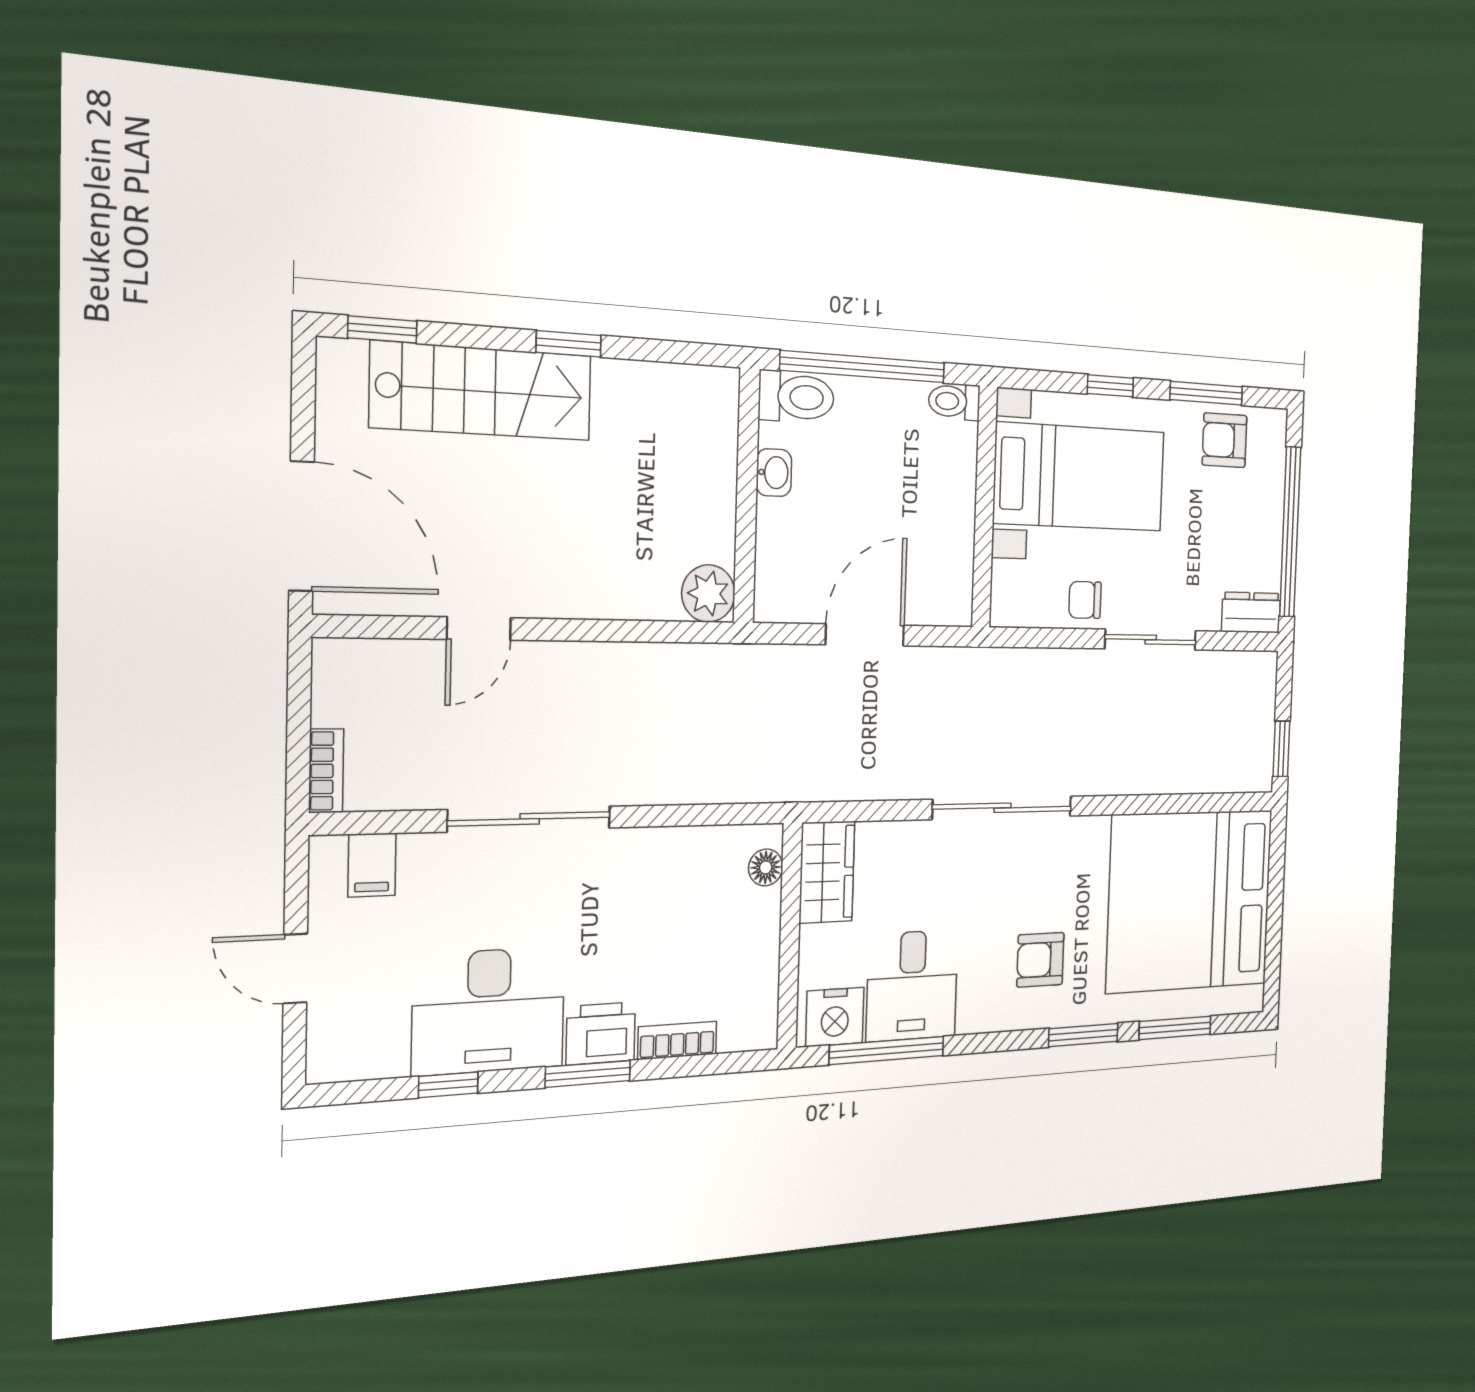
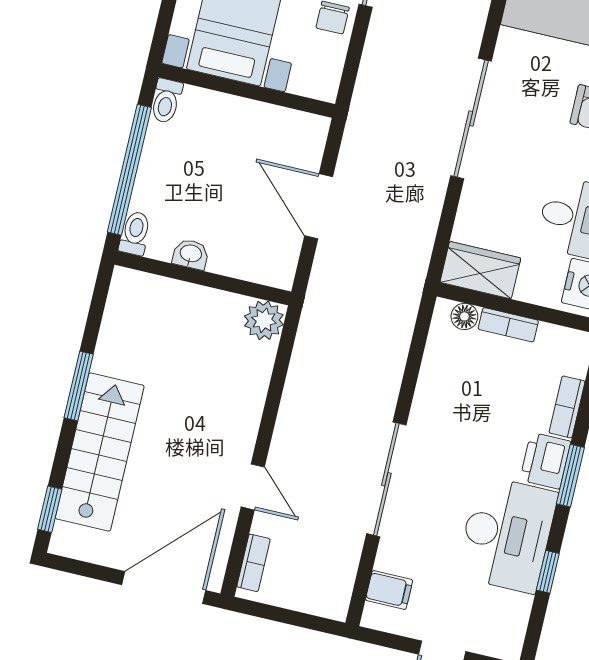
window: (569, 344) -> (79, 386), width x1.50
toilet: (796, 397) -> (135, 233), width x0.73, depth x0.72
bookcase: (326, 771) -> (254, 563), moved, turned 90
bookcase: (766, 929) -> (508, 325), added

